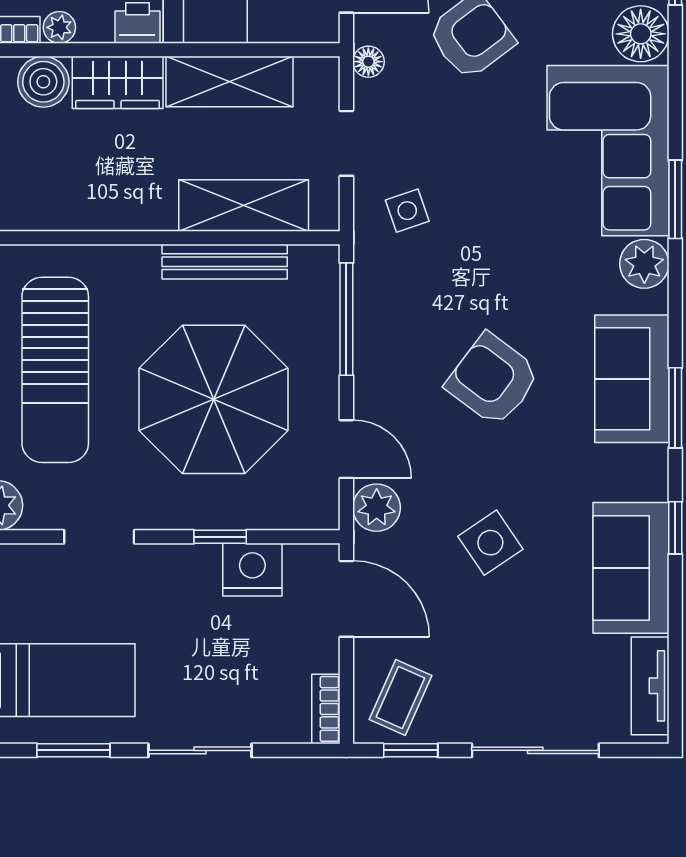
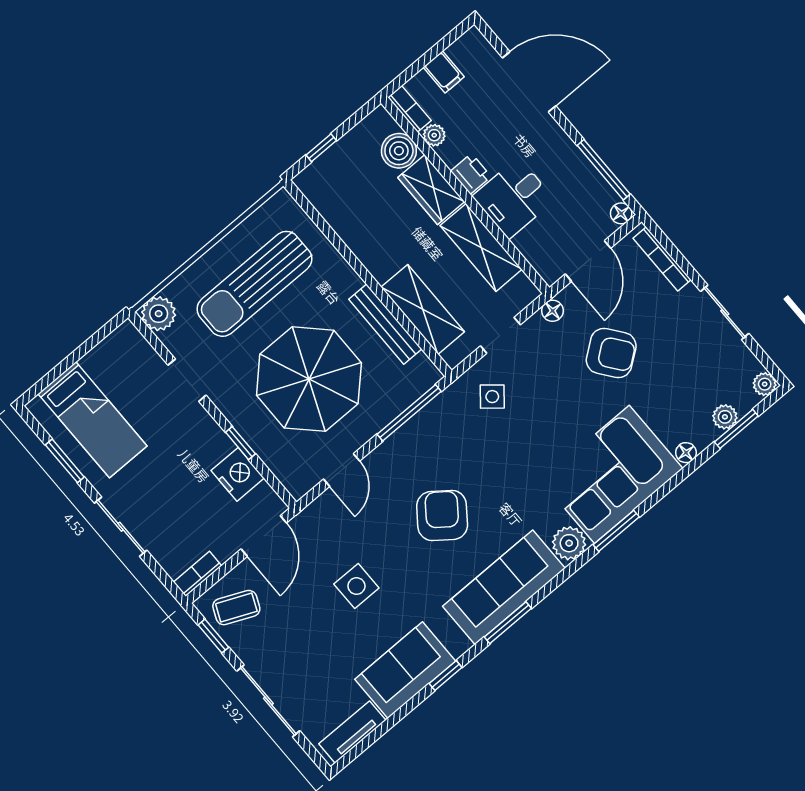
floor lamp: (641, 34) -> (686, 453), width x0.53, depth x0.53
side table: (407, 211) -> (492, 397), turned -31
sofa: (632, 379) -> (504, 587), width x1.36
plant: (377, 508) -> (324, 511), removed
side table: (490, 543) -> (356, 586), turned 34

